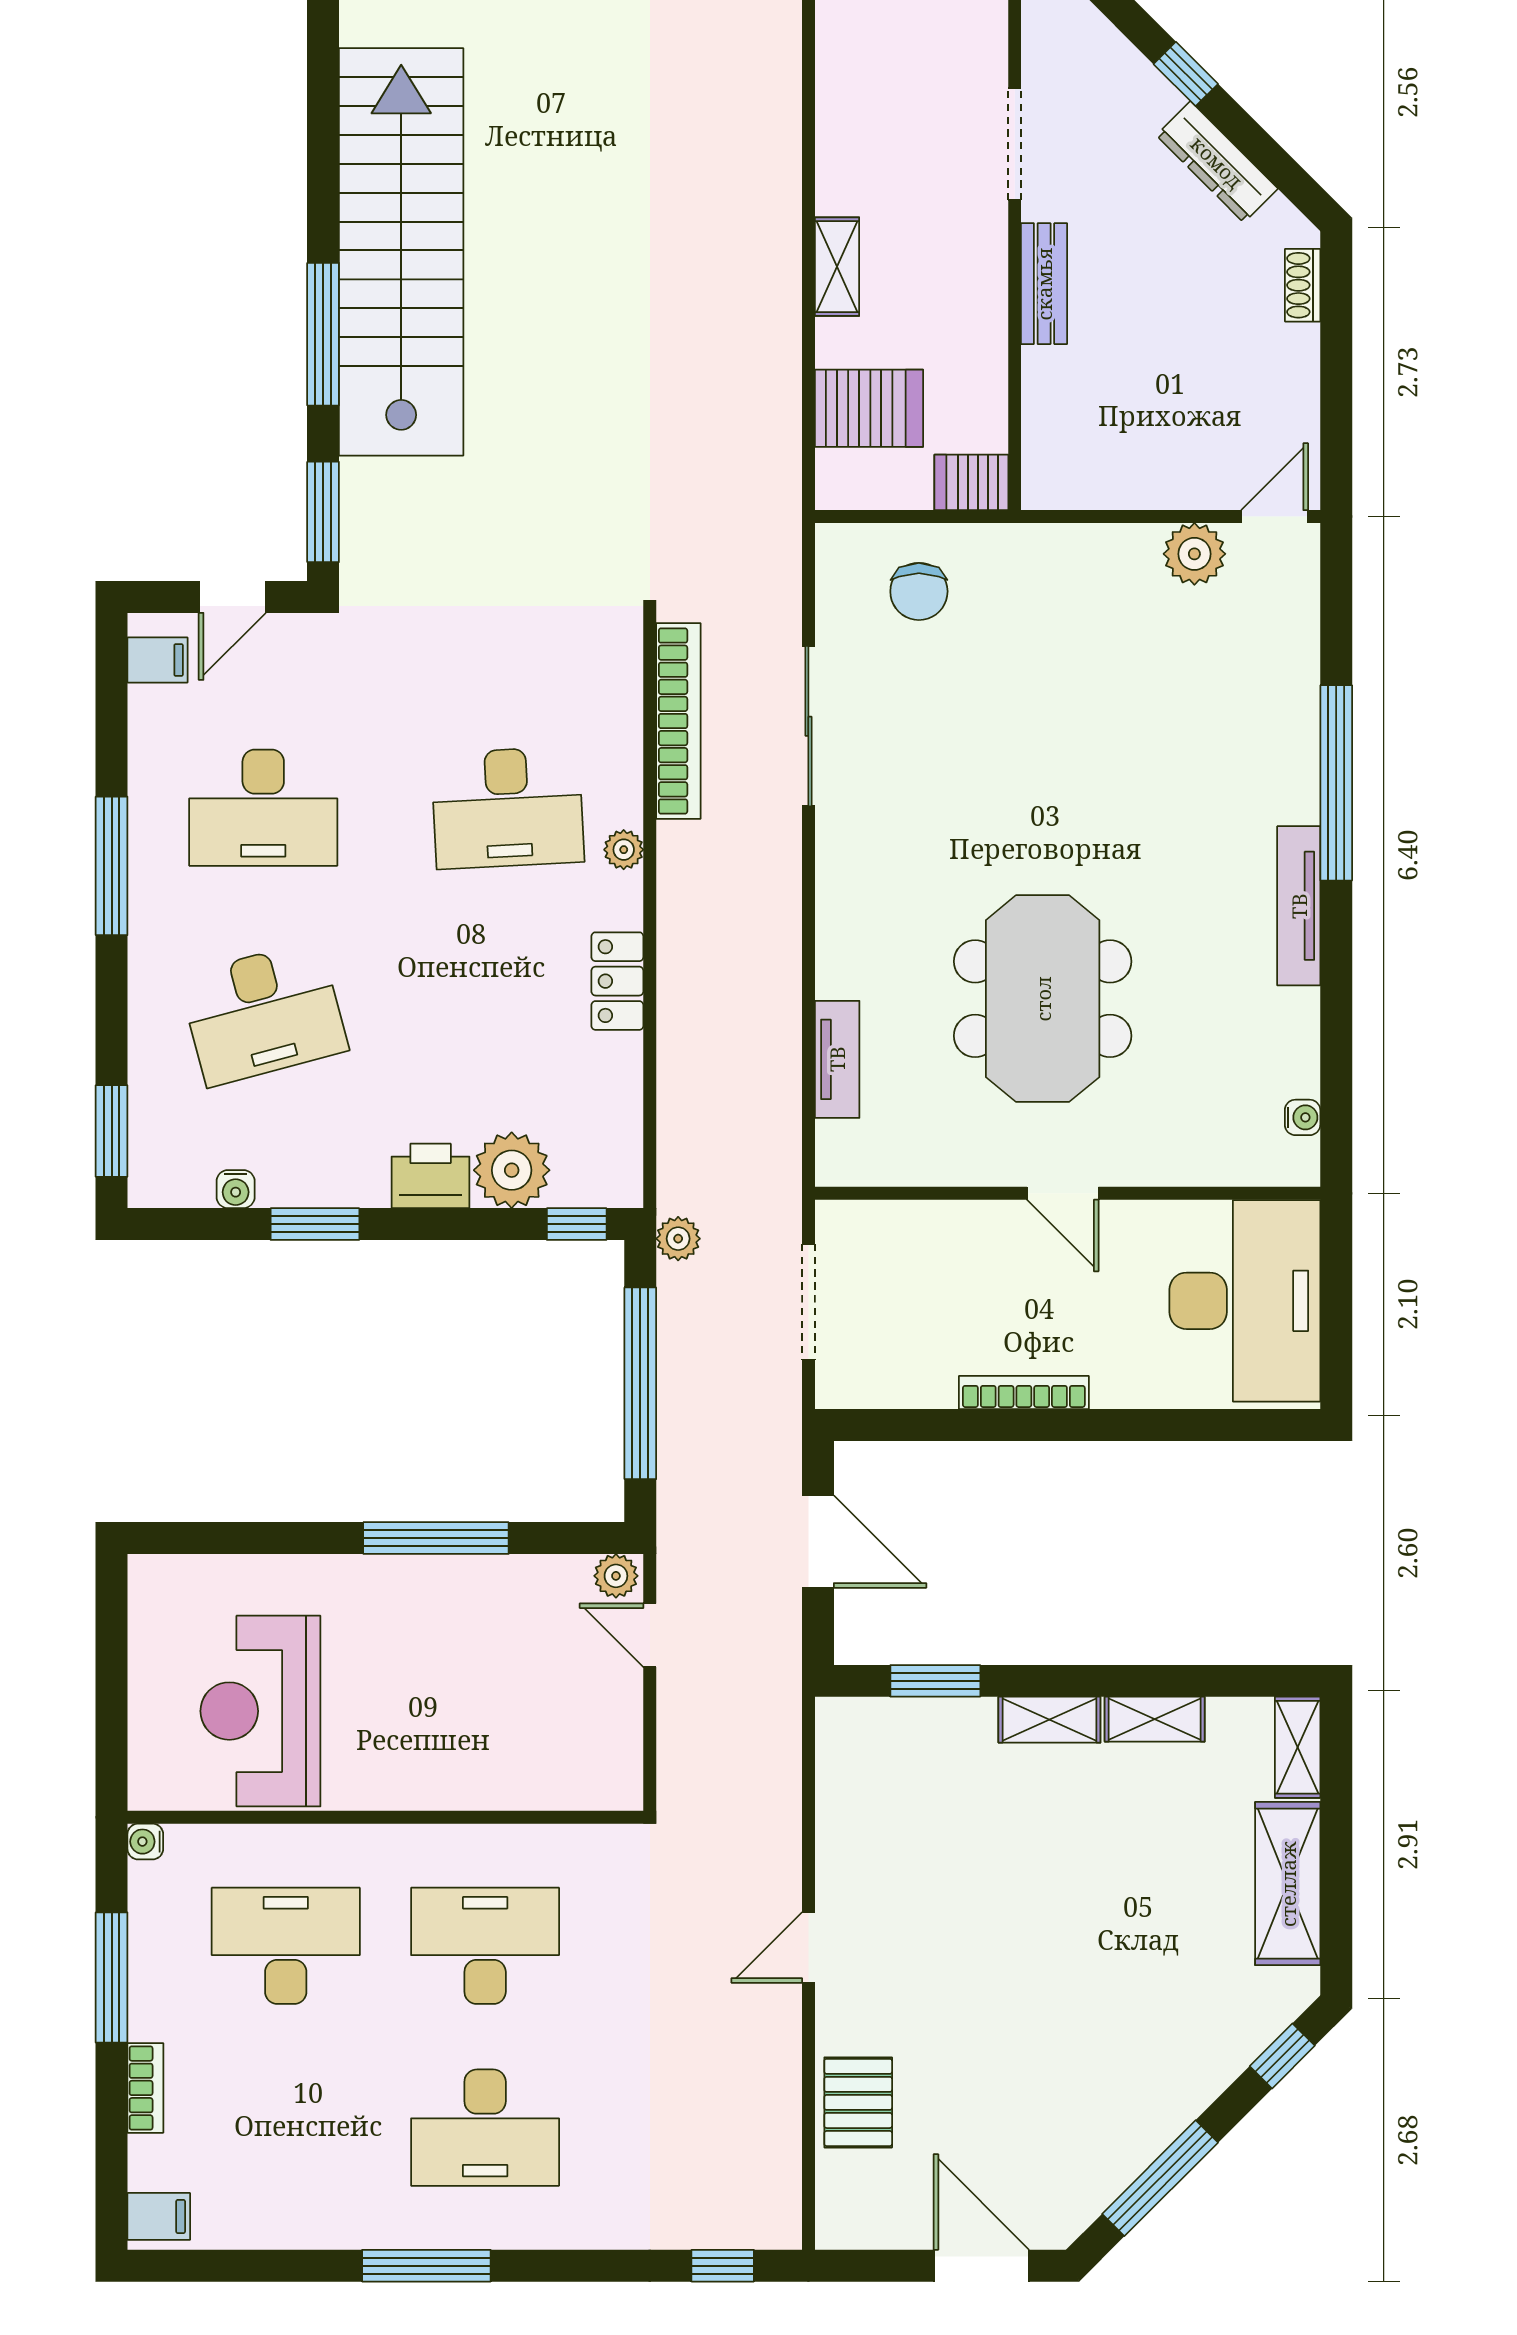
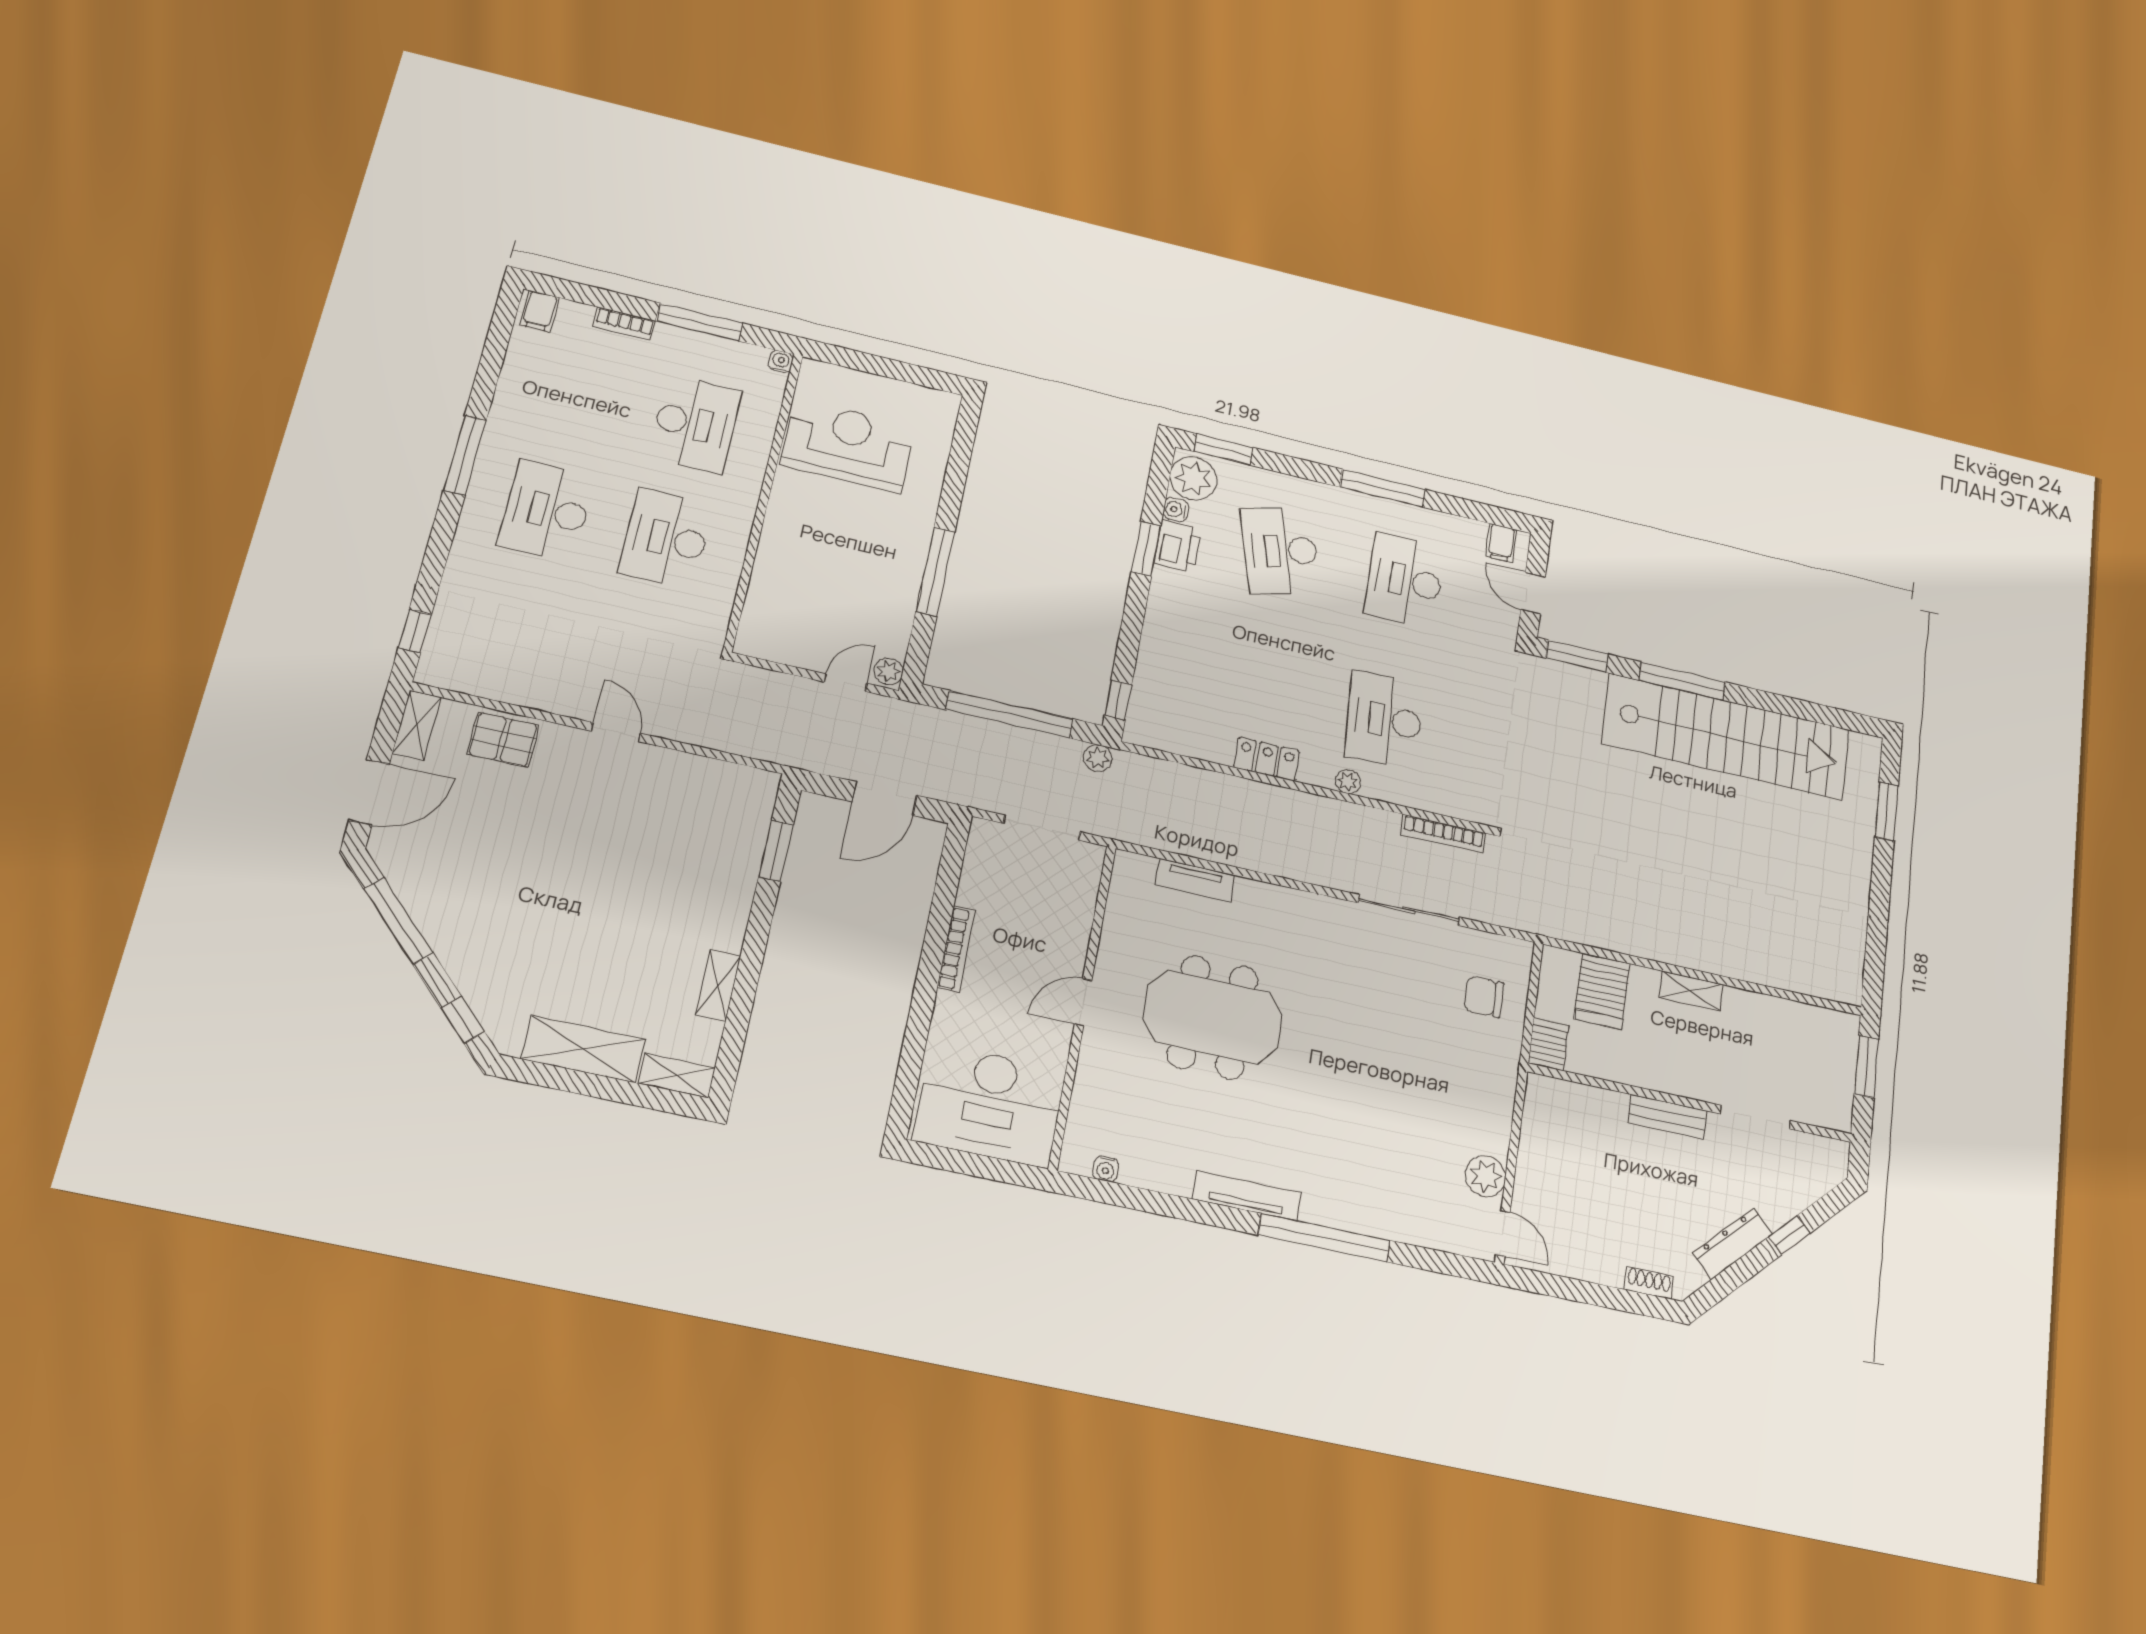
bookcase: (678, 721) -> (1443, 834), width x0.68, depth x0.76
plant: (512, 1170) -> (1193, 478), moved
printer: (431, 1176) -> (1177, 546), moved
shelving: (1049, 1720) -> (417, 725), moved
desk: (485, 1946) -> (666, 539), turned 180

